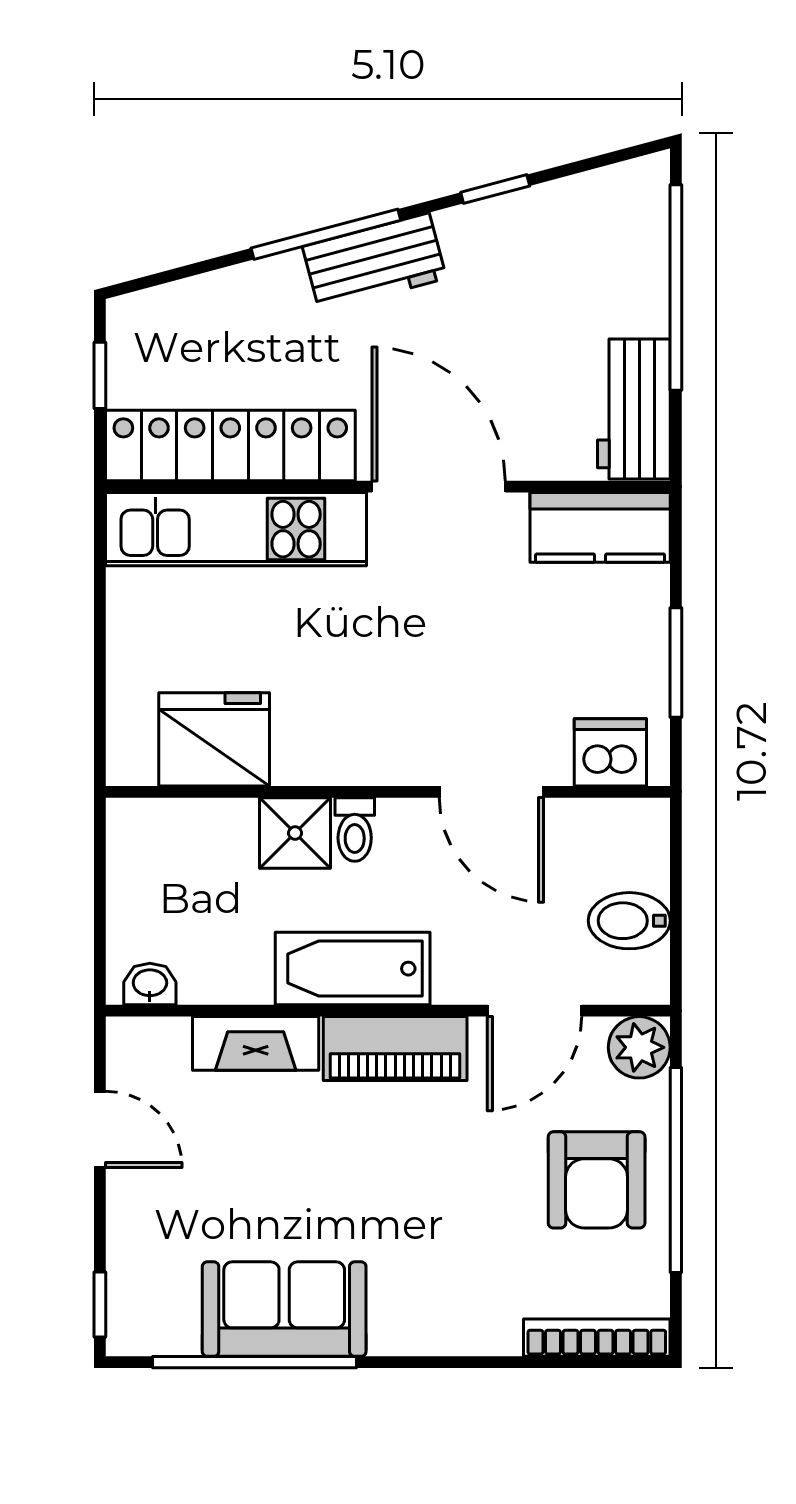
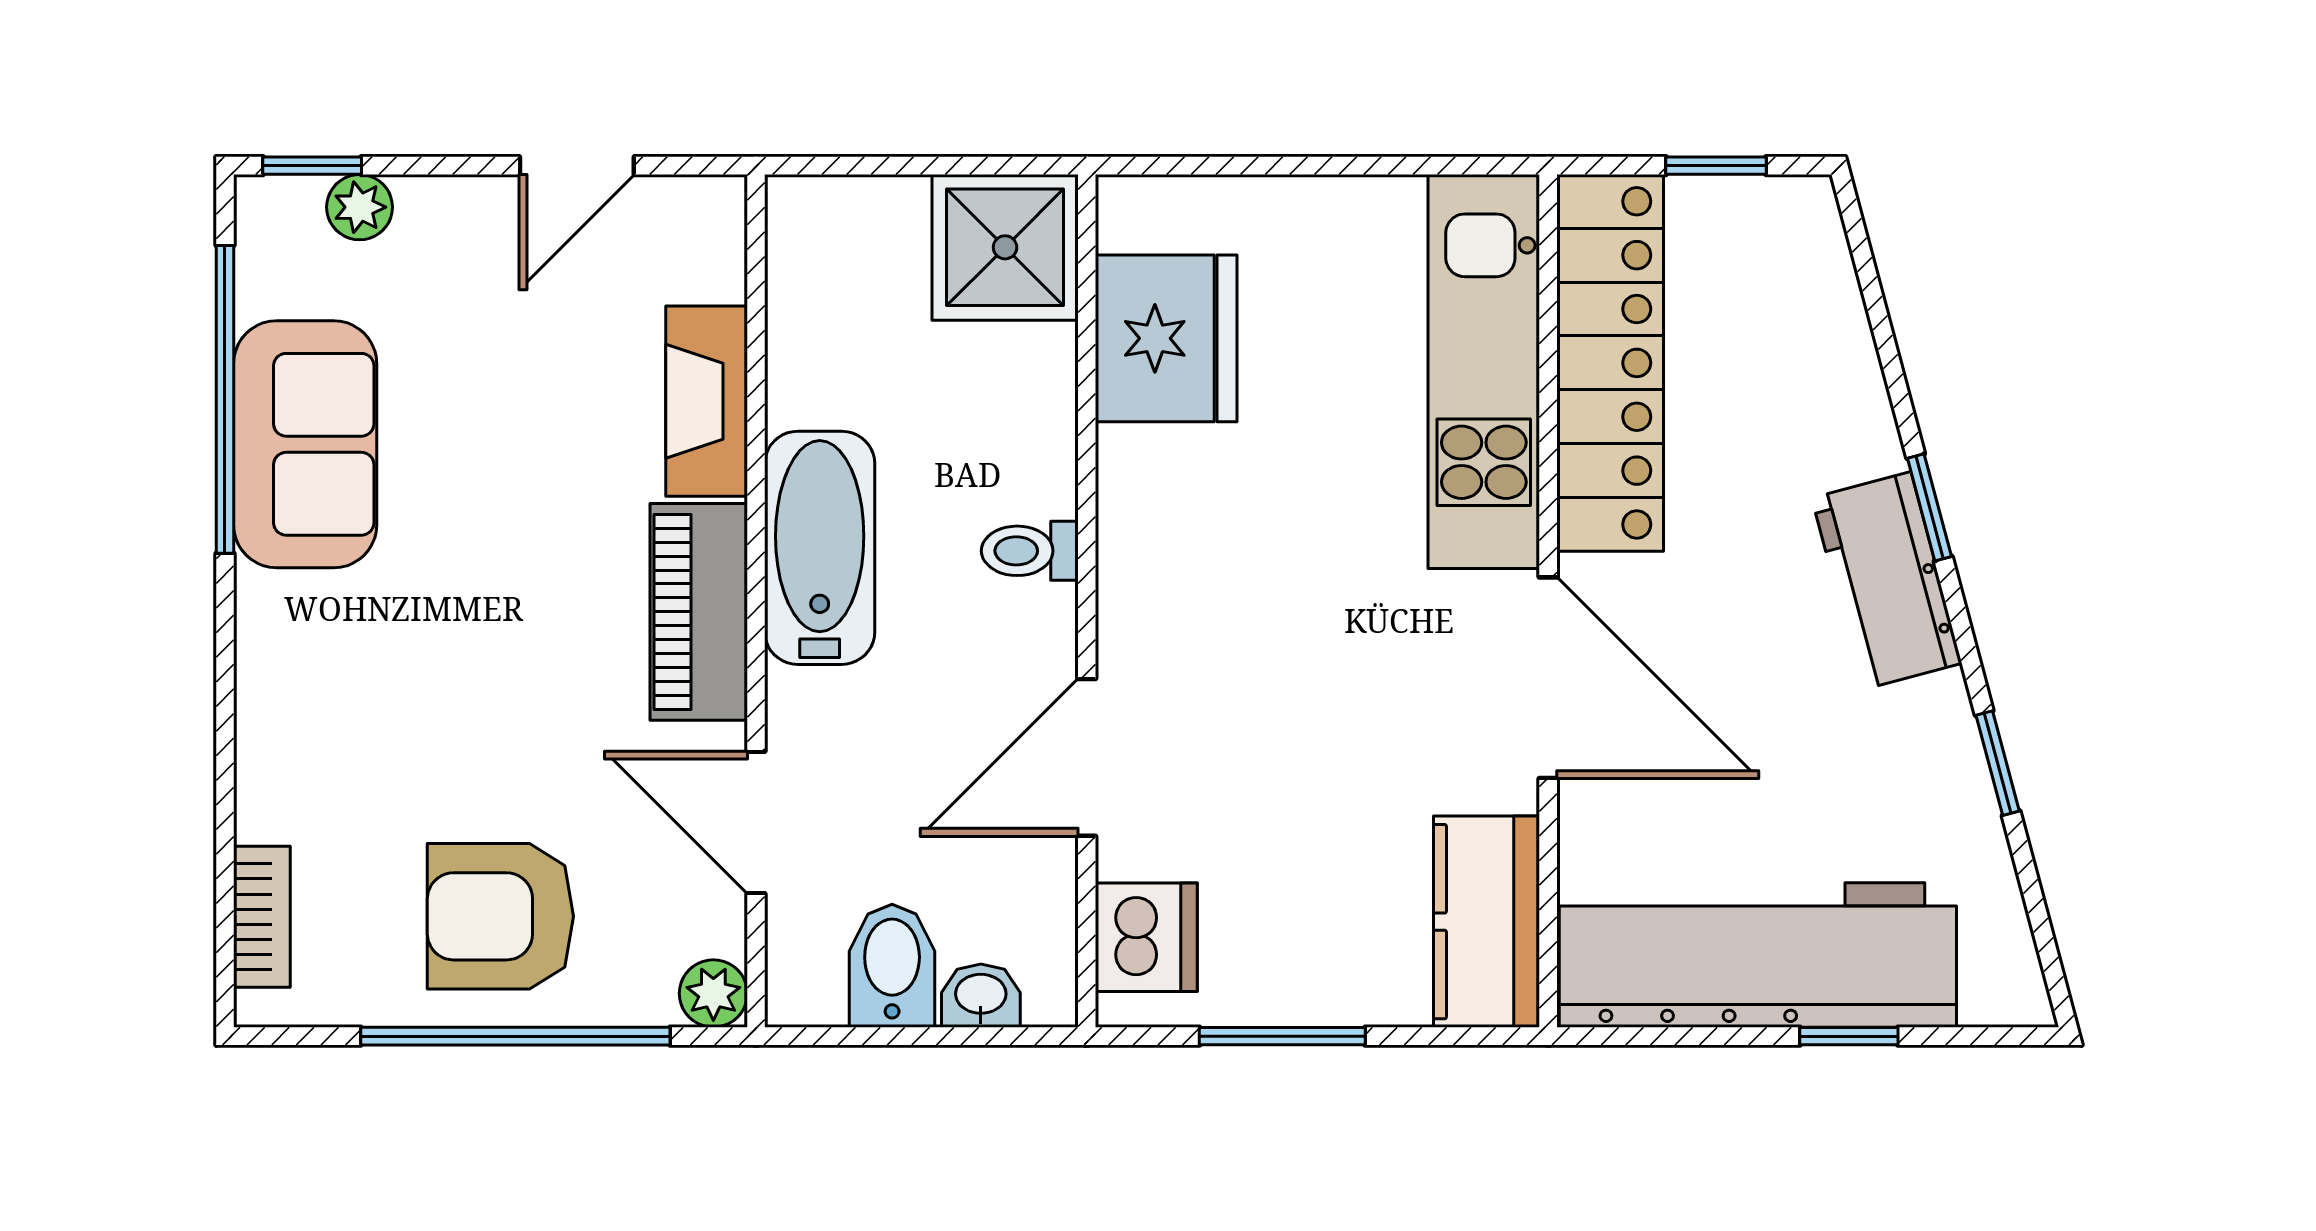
window: (326, 234) -> (1929, 507), width x0.46
window: (676, 287) -> (1849, 1036), width x0.32
workbench: (634, 409) -> (1758, 955), width x1.87, depth x1.32
door: (439, 487) -> (1548, 678), hinge flipped
shower: (295, 833) -> (1005, 247), moved, width x1.36, depth x1.36
washbasin: (150, 984) -> (981, 996), moved, turned -90
plant: (639, 1047) -> (713, 994), width x0.73, depth x0.73
plant: (127, 1273) -> (360, 207), added
bookcase: (597, 1338) -> (262, 917), width x0.64

